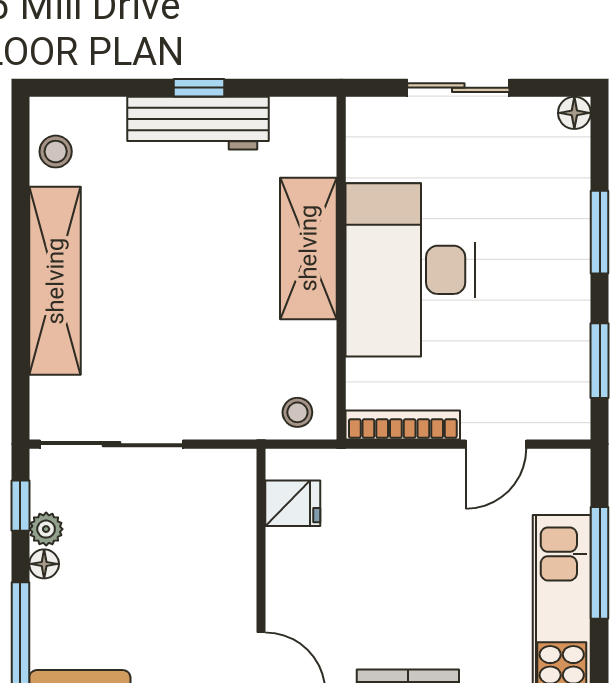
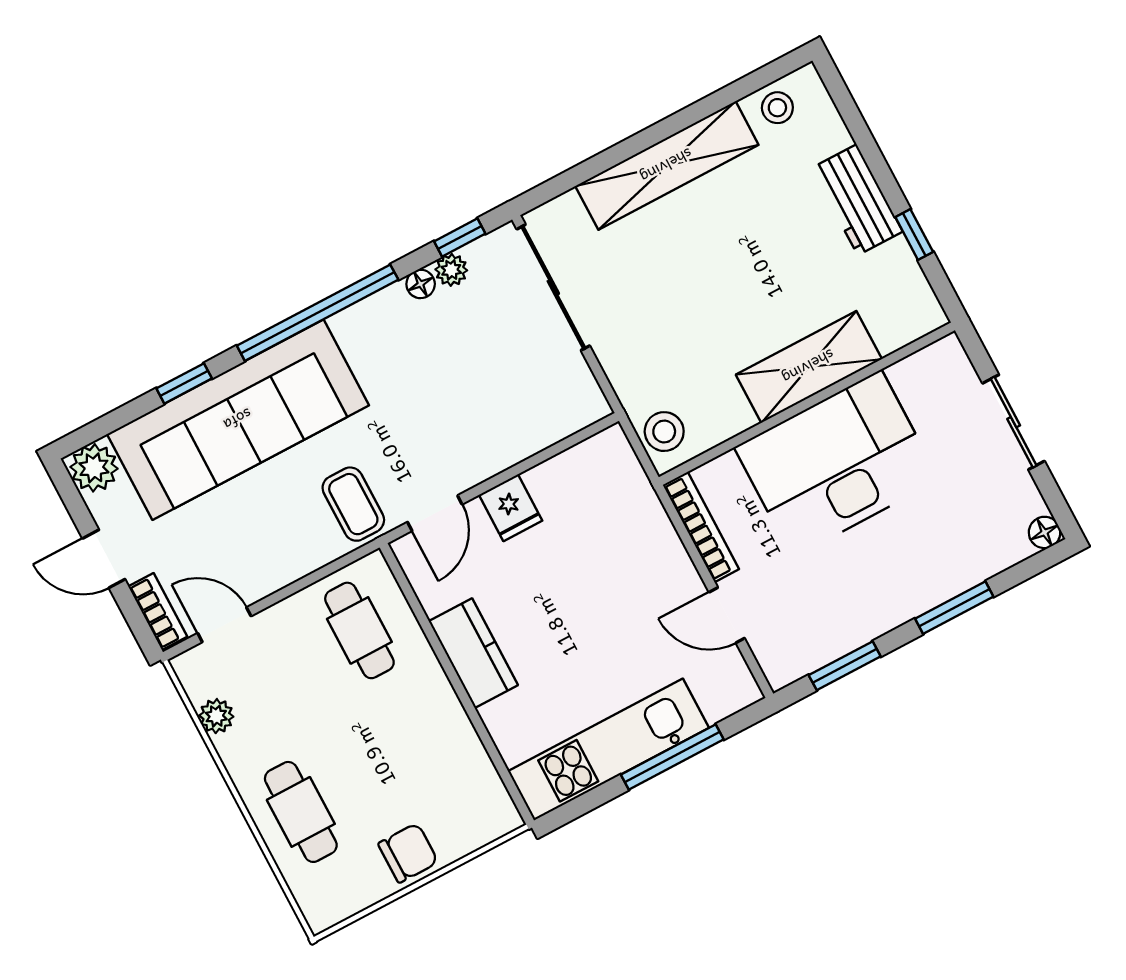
window: (199, 88) -> (914, 234), moved
workbench: (198, 123) -> (857, 200), width x0.73
stool: (297, 412) -> (664, 432), width x1.37, depth x1.37
fridge: (293, 503) -> (511, 508), moved

